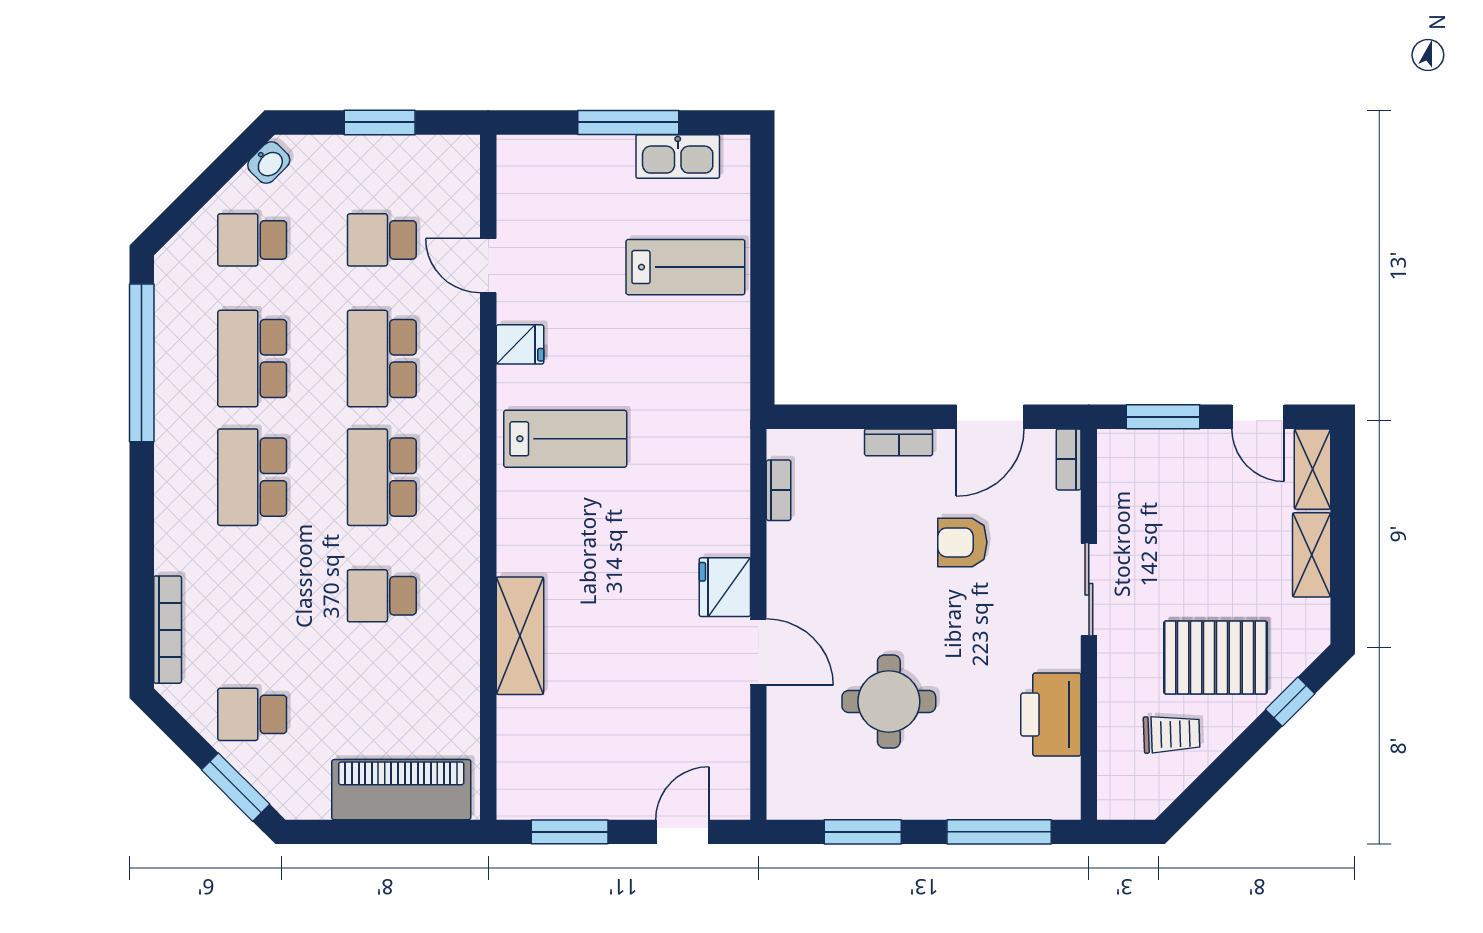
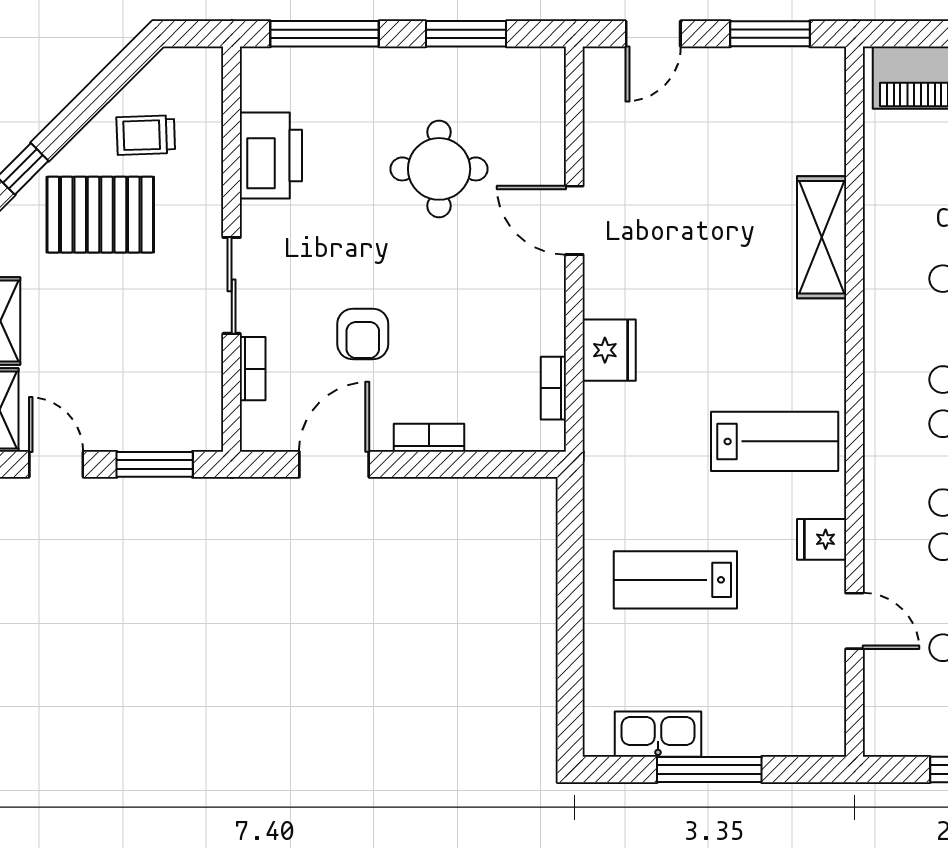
lab bench: (685, 267) -> (675, 580), moved
lab bench: (565, 439) -> (775, 441), turned 180
bookcase: (1069, 459) -> (253, 369), moved
armchair: (962, 542) -> (363, 334), turned 90
fridge: (725, 587) -> (609, 350), moved

